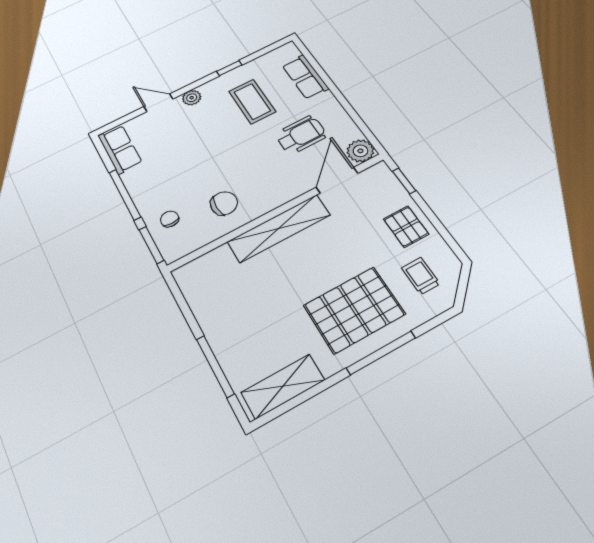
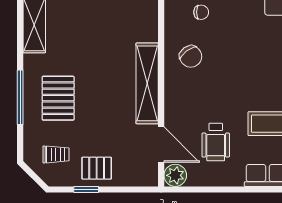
window: (404, 181) -> (86, 189), moved
chair: (224, 203) -> (191, 56), turned -36
pallet: (354, 310) -> (58, 98), width x0.73, depth x0.71

